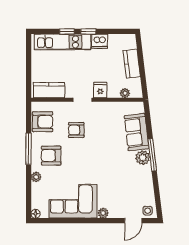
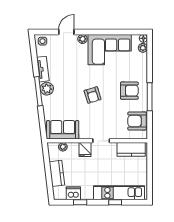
window: (88, 31) -> (80, 202), moved
dishwasher: (99, 41) -> (73, 193), moved
armchair: (76, 130) -> (93, 95), moved, turned 73
sofa: (137, 132) -> (63, 130), moved, turned -83
plant: (36, 177) -> (143, 48), moved
tv unit: (147, 179) -> (43, 69), added
door: (133, 221) -> (66, 32), moved

